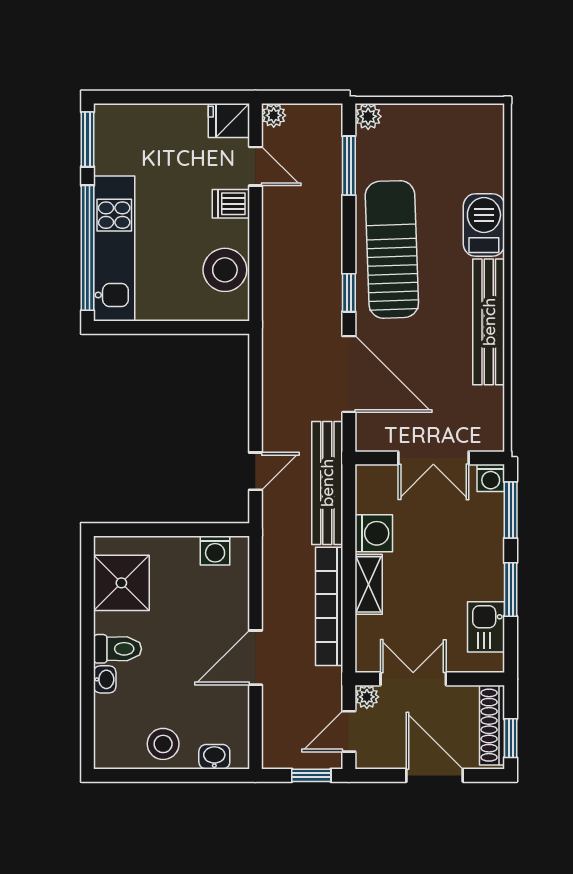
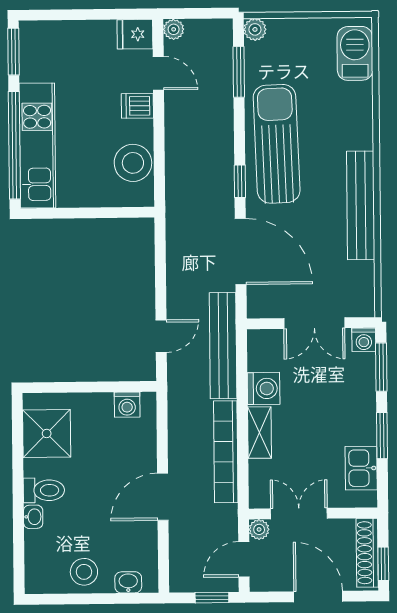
barbecue: (484, 225) -> (355, 53), moved

